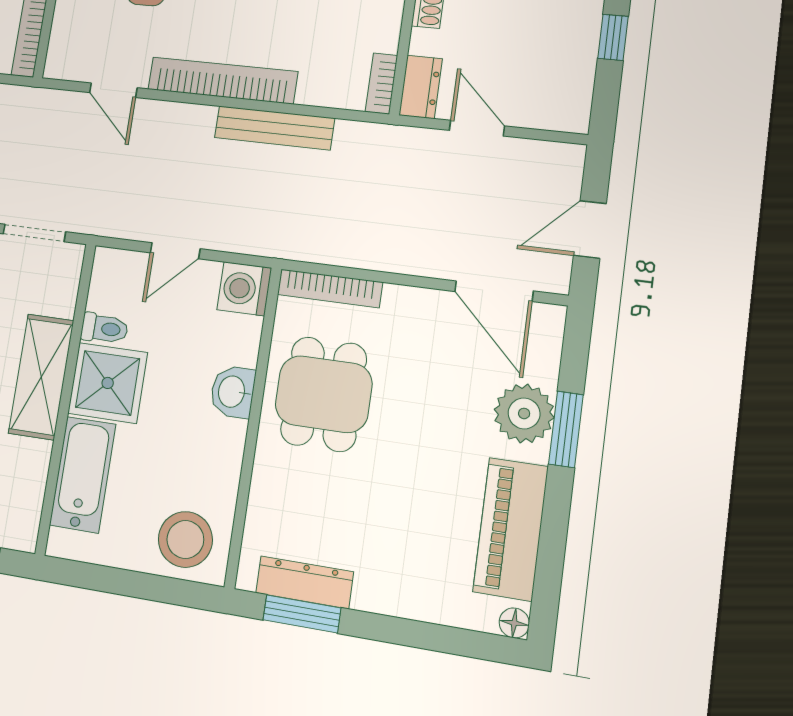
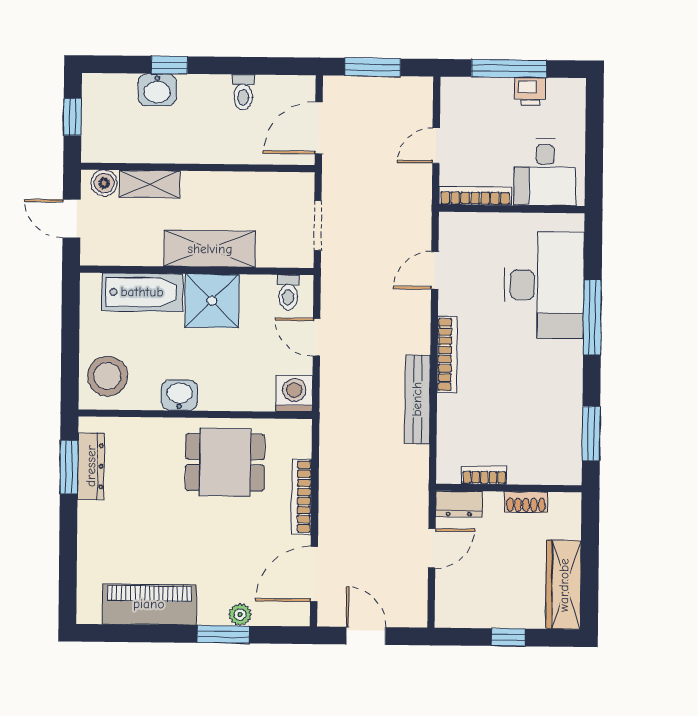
bookcase: (222, 80) -> (447, 355), width x0.68, depth x0.76
bookcase: (381, 84) -> (484, 475), moved
bookcase: (330, 288) -> (302, 497), moved
toilet: (105, 328) -> (288, 292), moved
washbasin: (233, 392) -> (180, 395), moved
plant: (524, 413) -> (240, 615), width x0.53, depth x0.53
floor lamp: (514, 623) -> (86, 614), removed

